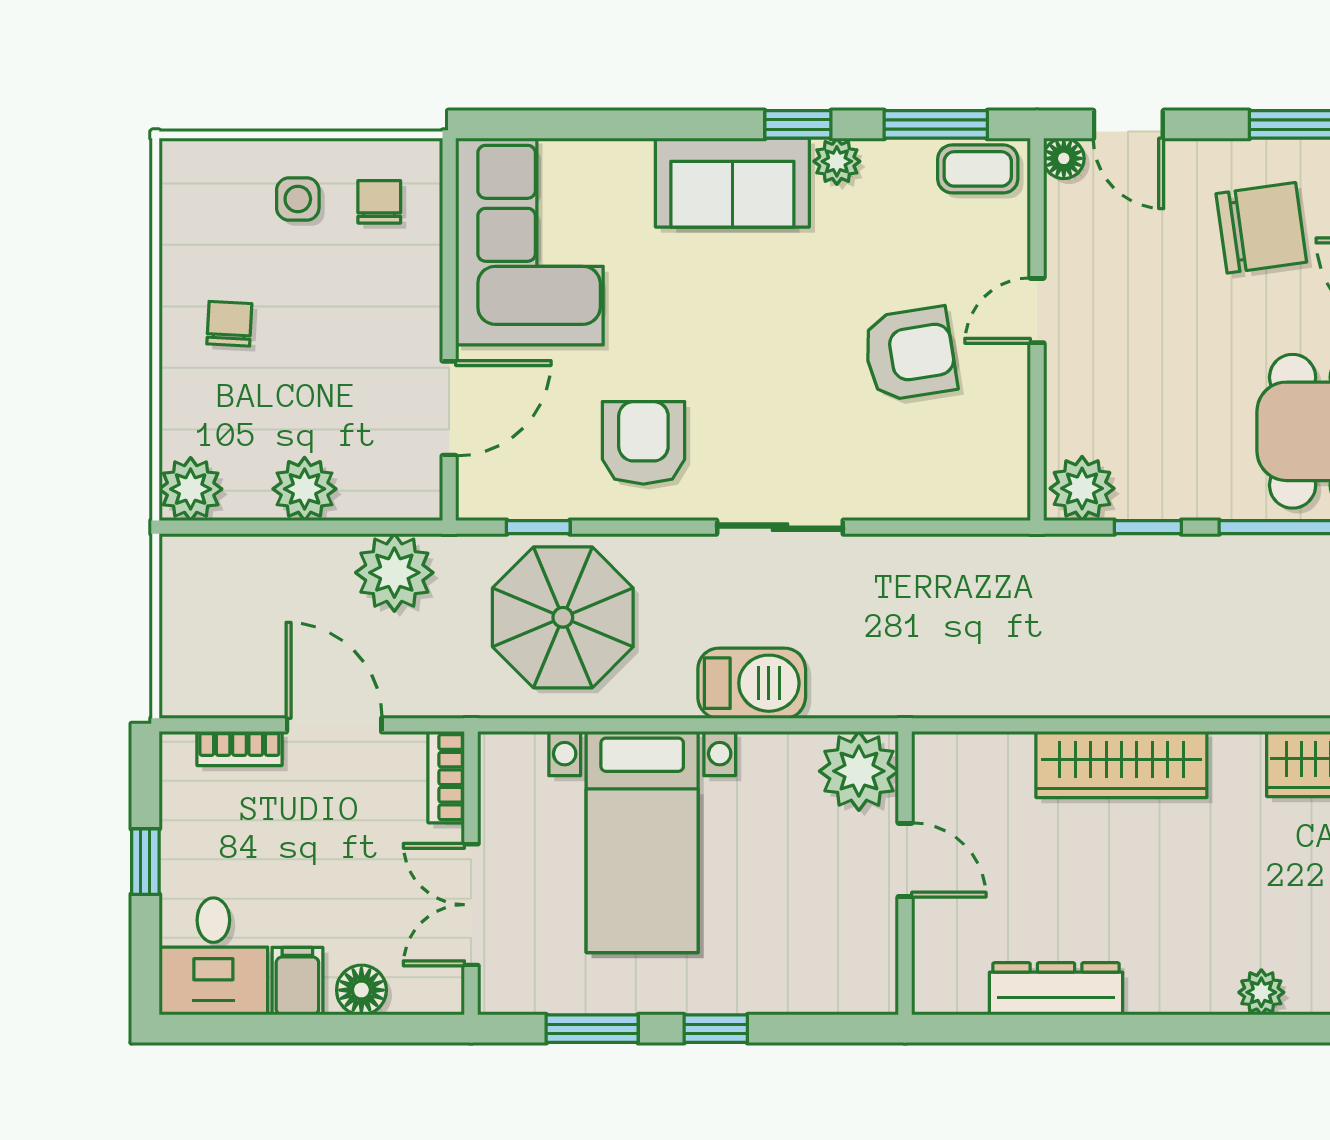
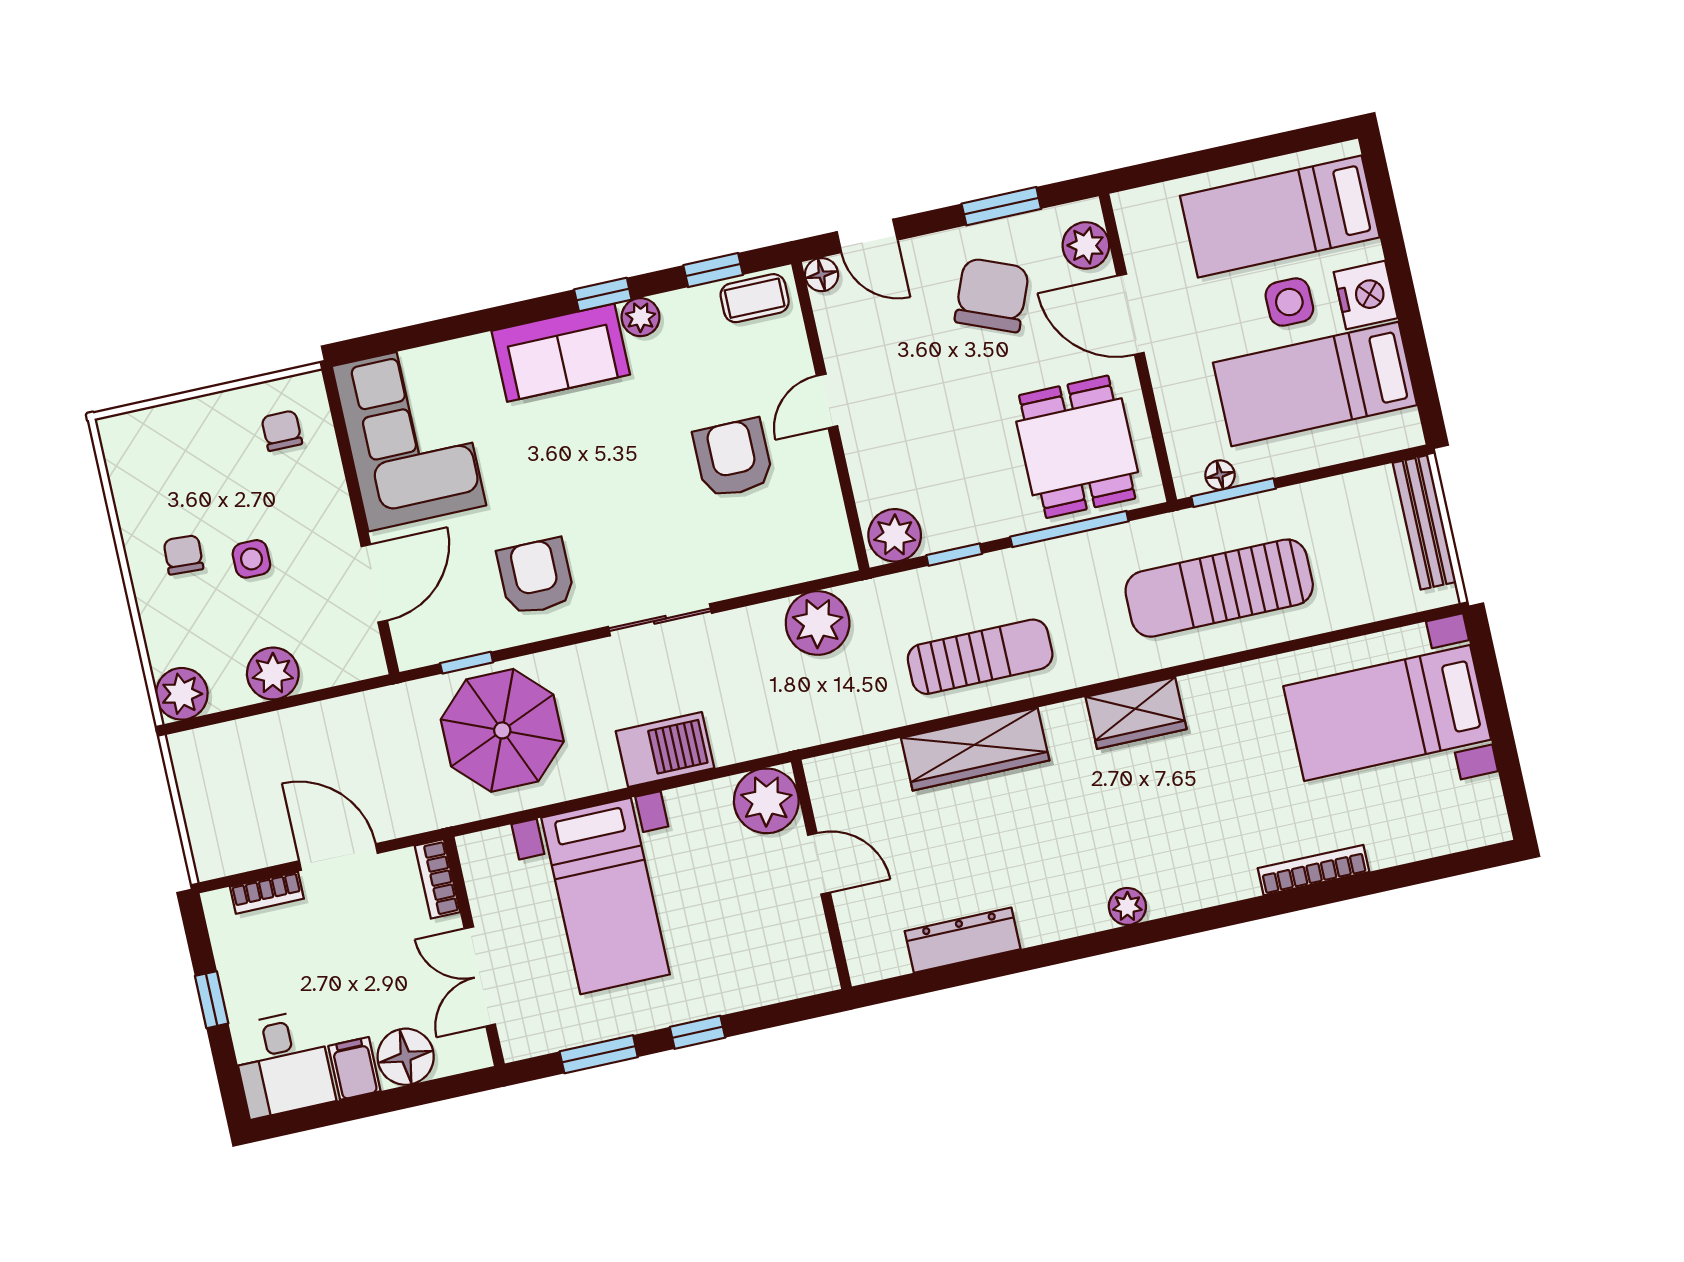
window: (936, 124) -> (713, 270), width x0.67
side table: (298, 199) -> (251, 559), moved
chair: (1261, 228) -> (992, 295), turned -60
armchair: (910, 354) -> (733, 458), turned -81
plant: (394, 573) -> (818, 623), moved
sun lounger: (1152, 656) -> (980, 657), added
floor lamp: (361, 990) -> (406, 1057), width x1.38, depth x1.38

